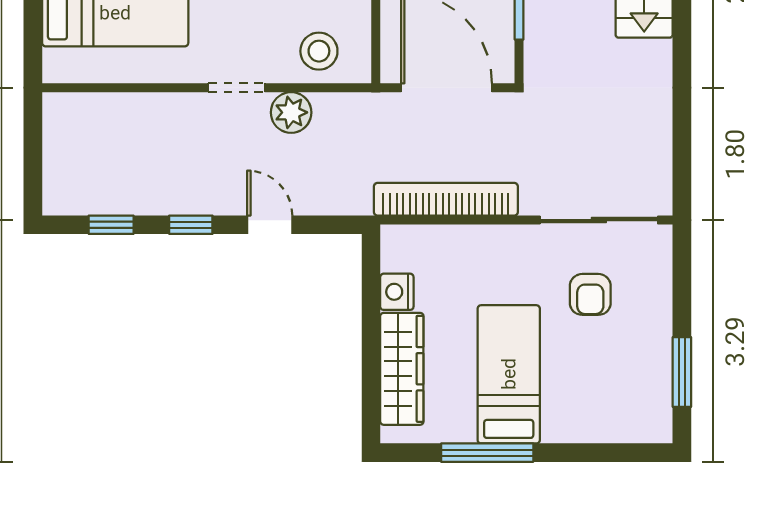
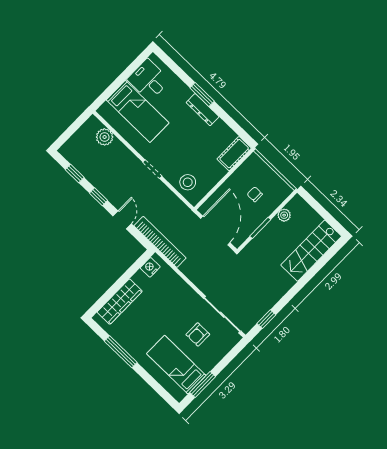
plant: (291, 112) -> (105, 137), moved
window: (682, 154) -> (266, 319), added
bookcase: (446, 199) -> (160, 242), moved
nightstand: (397, 292) -> (150, 267), moved
bed: (509, 374) -> (176, 365), moved, turned -90

